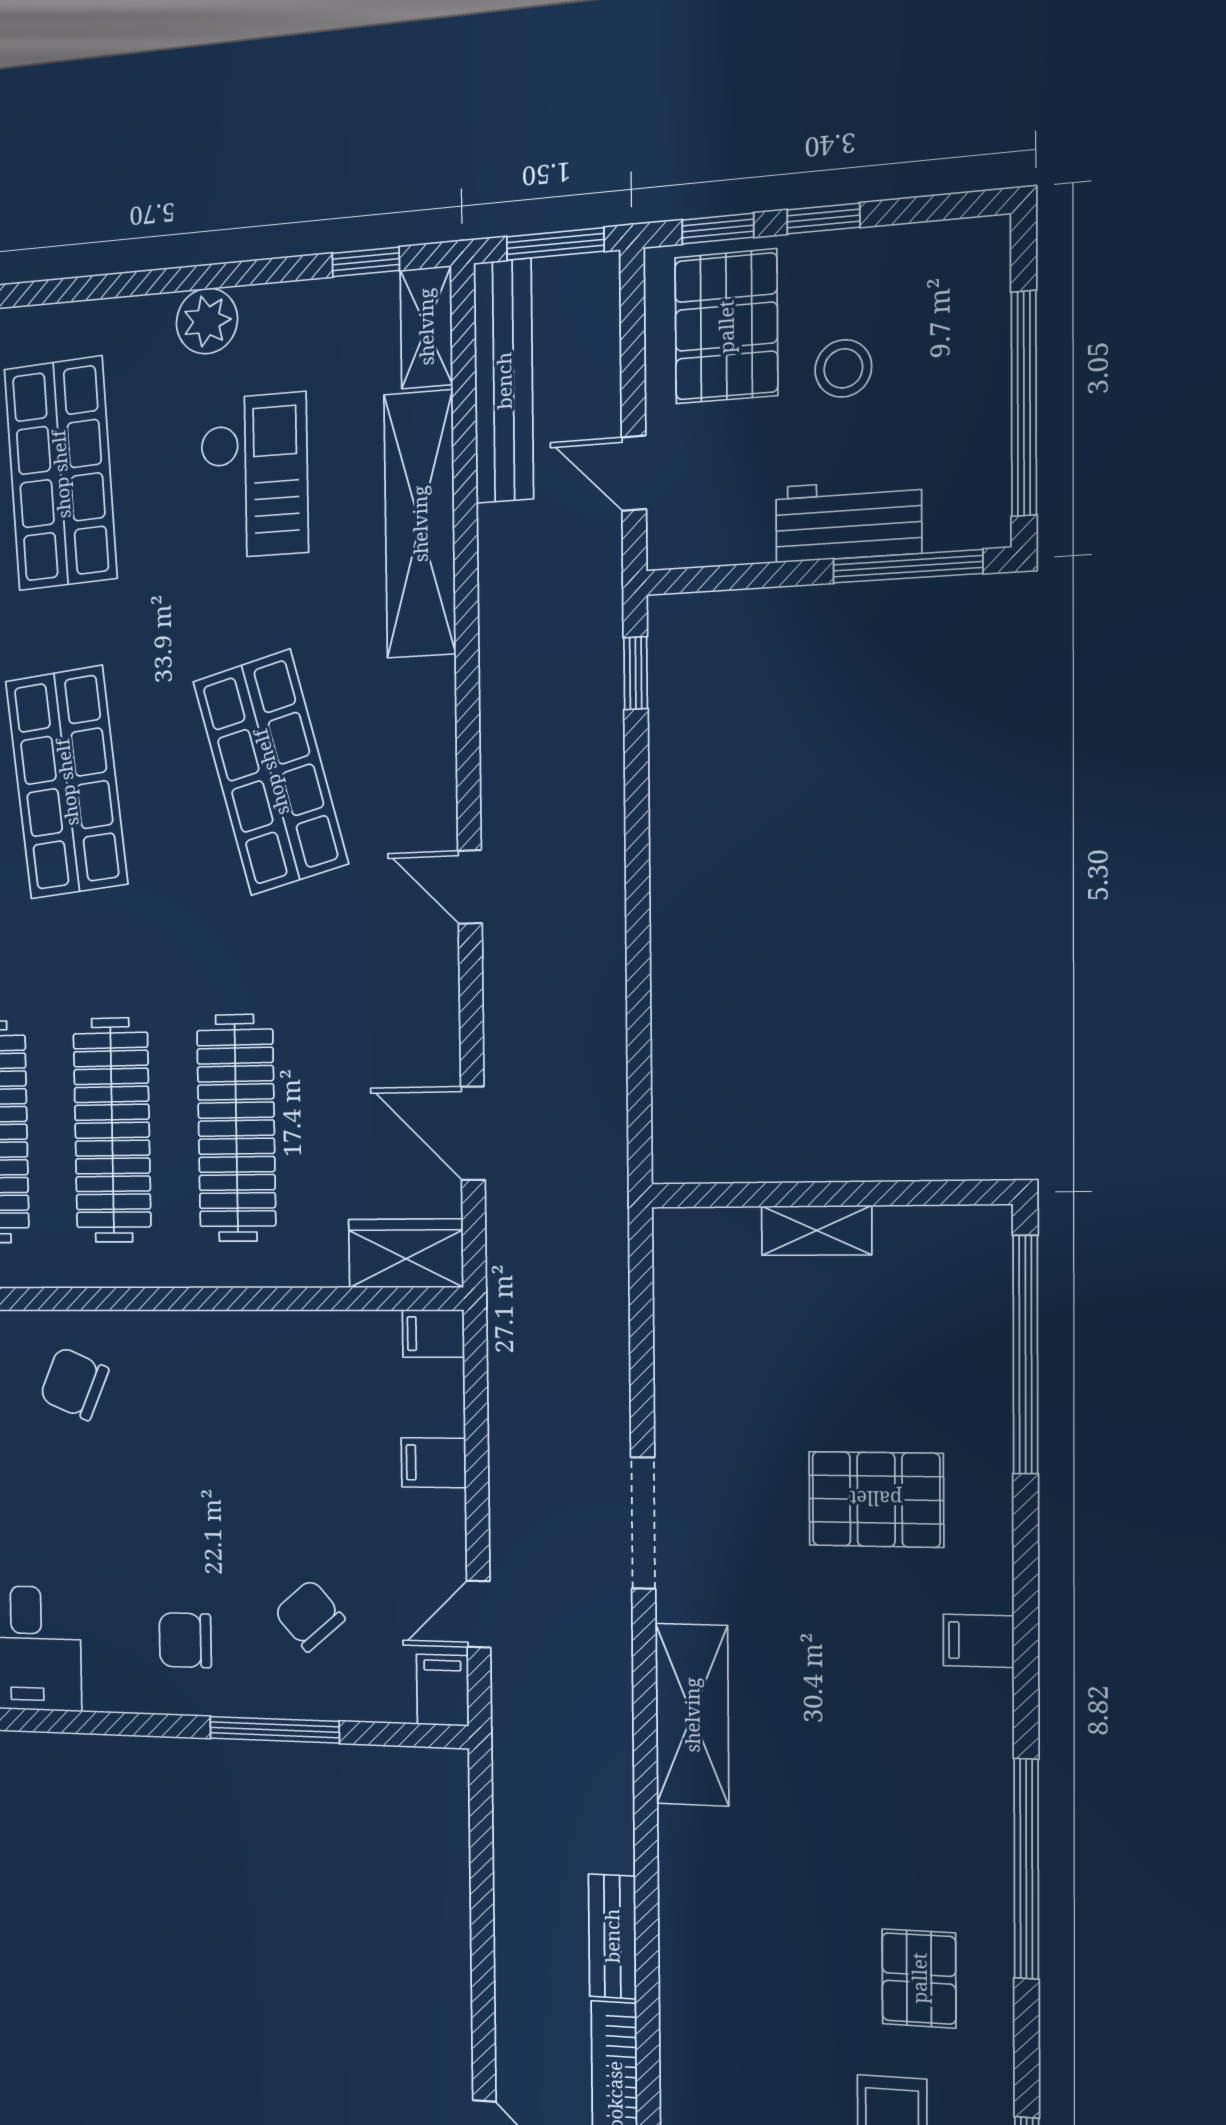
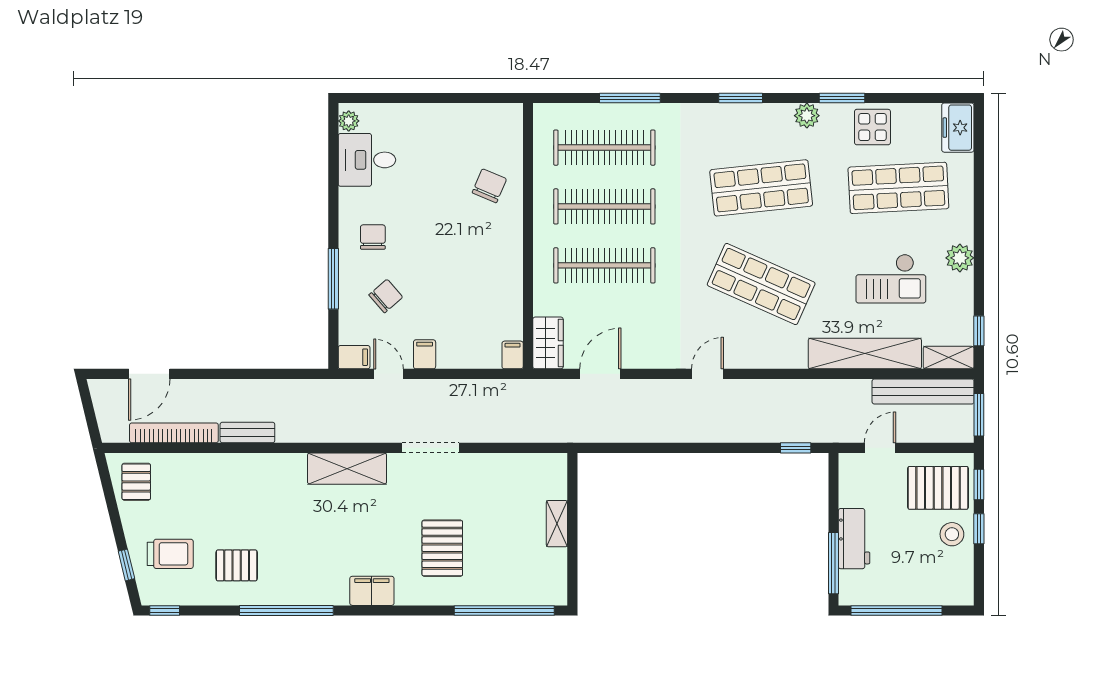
stool: (843, 368) -> (952, 534), moved
shop shelf: (271, 772) -> (761, 284), turned 39
filing cabinet: (434, 1463) -> (425, 354), moved
filing cabinet: (979, 1641) -> (372, 591), width x2.00

